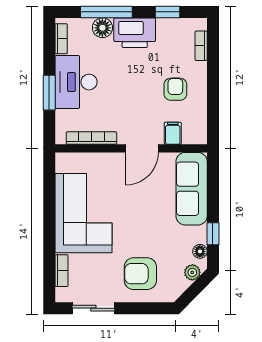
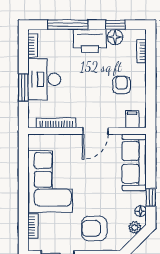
floor lamp: (102, 28) -> (115, 37), moved
filing cabinet: (173, 133) -> (132, 119), moved

